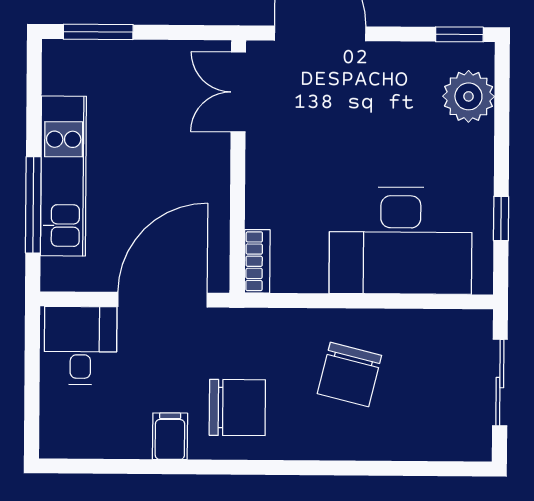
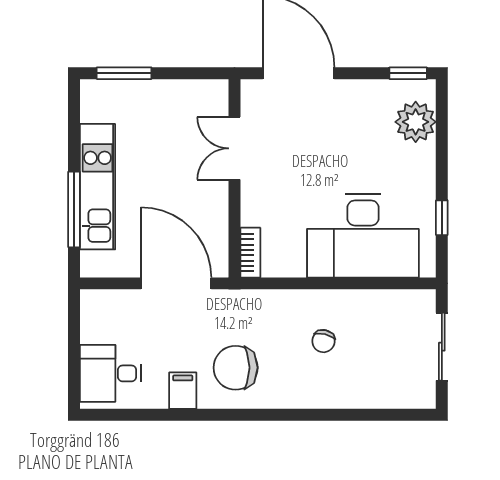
double door: (238, 92) -> (235, 148), moved
door: (162, 300) -> (176, 283), hinge flipped
desk: (80, 346) -> (110, 373), moved, turned -90
chair: (349, 374) -> (323, 341), width x0.54, depth x0.54
chair: (237, 408) -> (236, 368), turned 180

